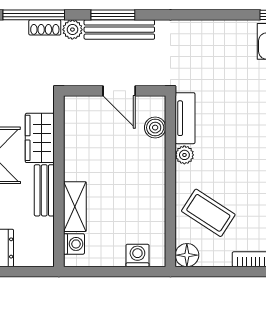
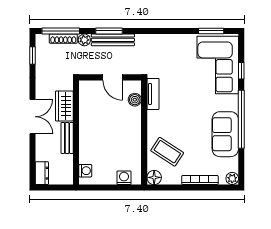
shoe rack: (45, 27) -> (63, 39), width x1.43
plant: (184, 155) -> (153, 116), removed
shelving: (75, 207) -> (86, 148), removed

